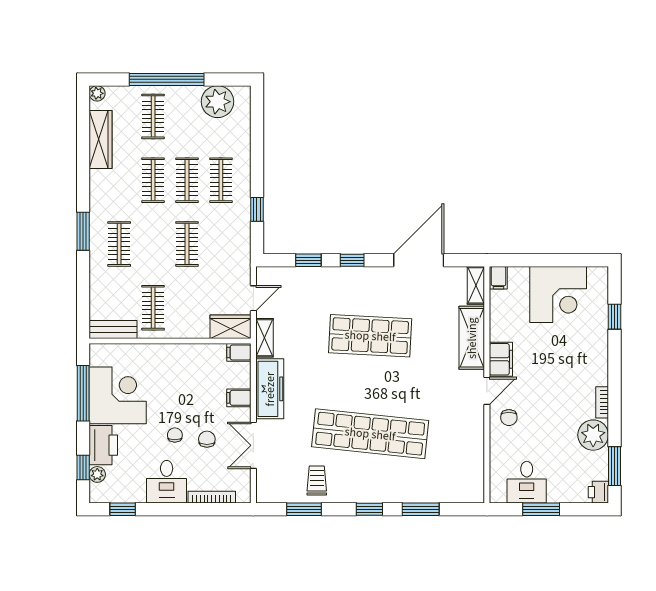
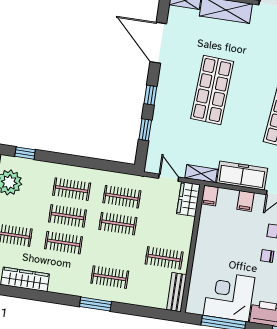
window: (257, 209) -> (25, 153), moved
clothes rail: (221, 244) -> (122, 197), added

